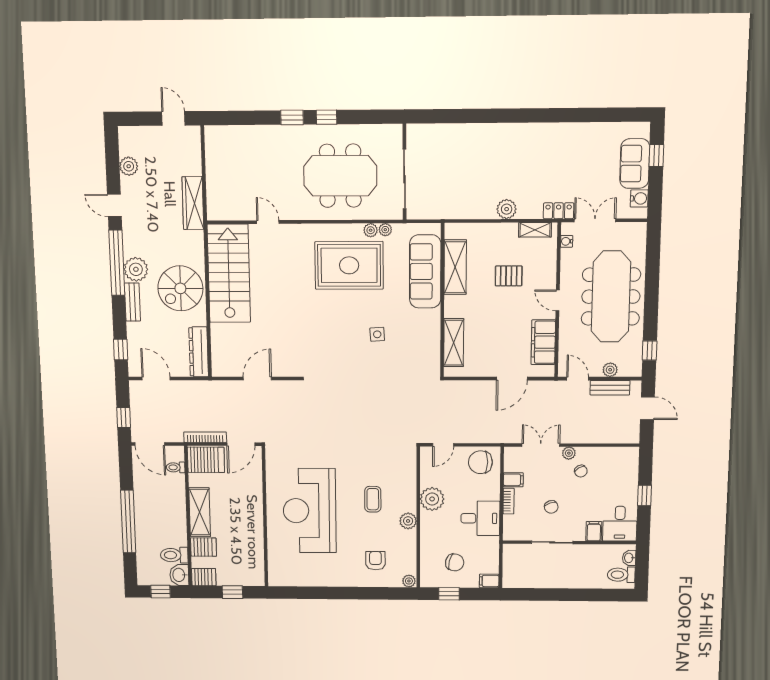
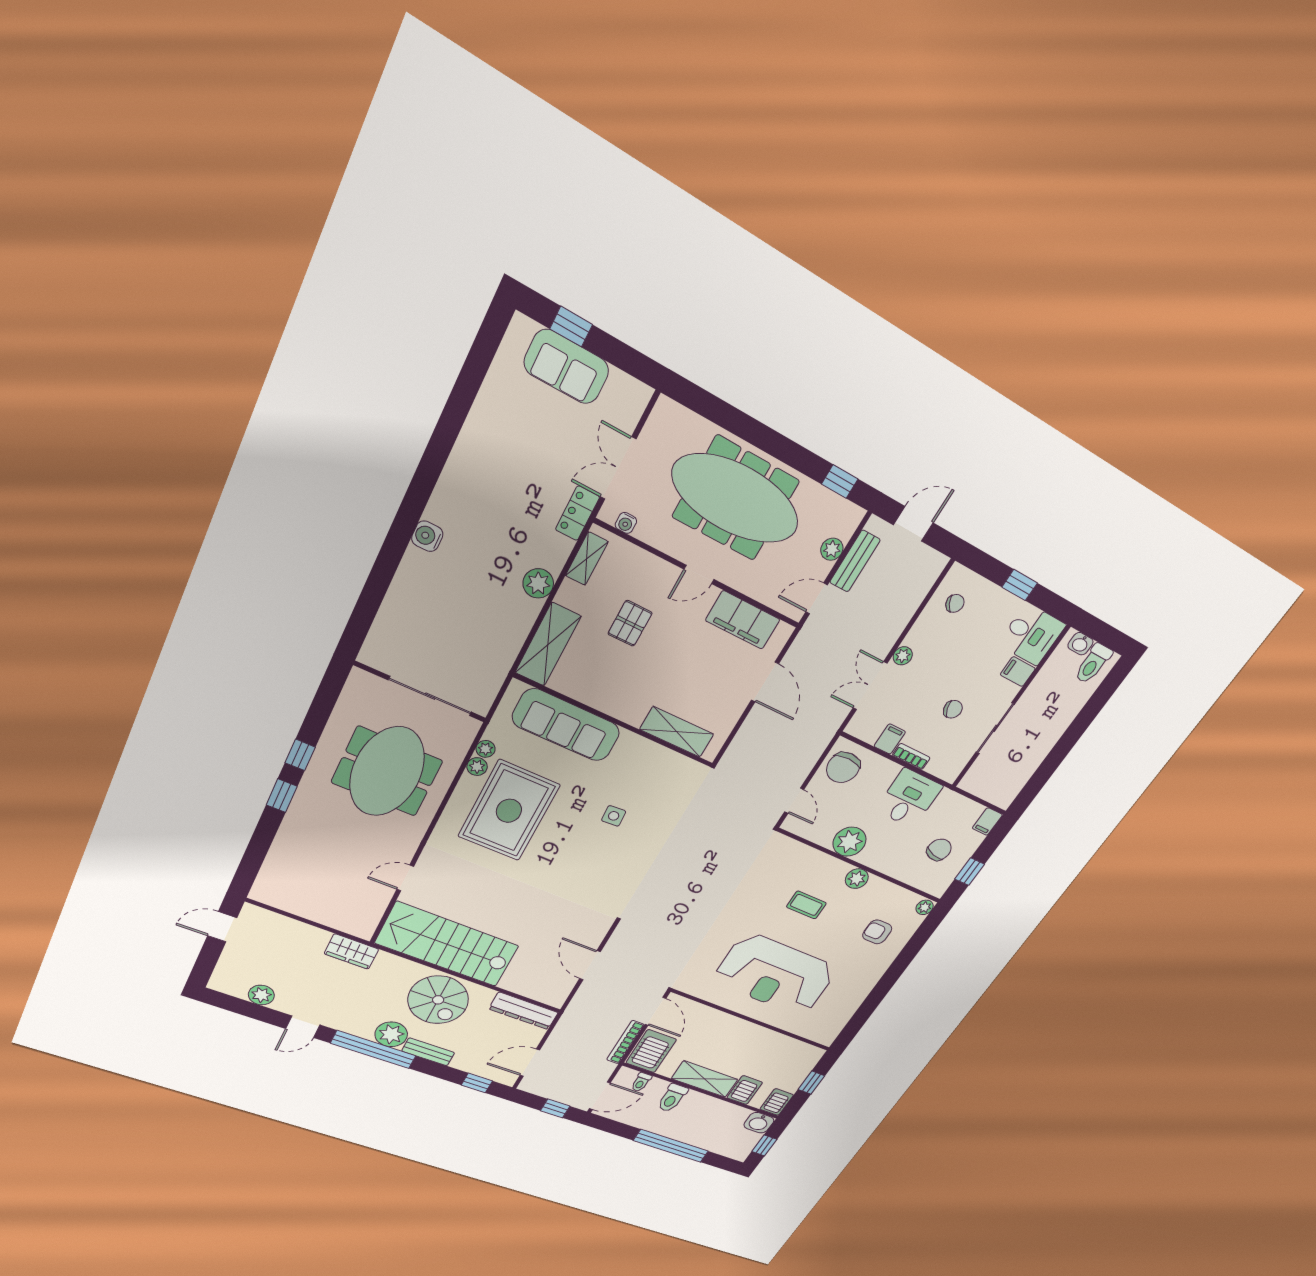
water cooler: (639, 198) -> (427, 536), moved, turned -90
wardrobe: (193, 203) -> (351, 951), width x0.67
shelving: (455, 267) -> (548, 645), moved, turned 90
chair: (581, 471) -> (955, 603), moved
toilet: (174, 555) -> (672, 1098), moved

